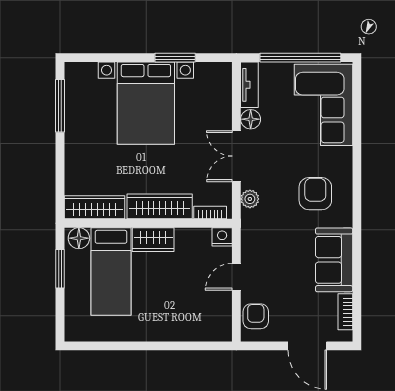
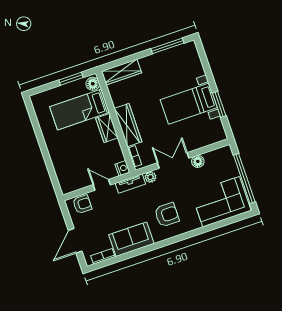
tv unit: (249, 85) -> (130, 184), moved
bed with nightstands: (146, 103) -> (189, 104), width x0.73
wardrobe: (94, 207) -> (121, 72), moved, turned 90

